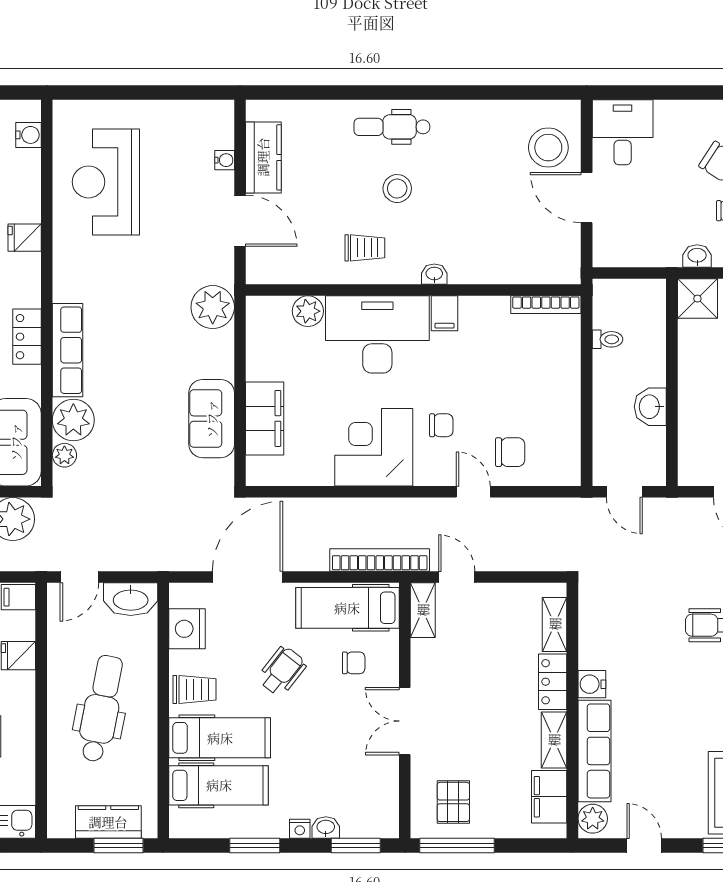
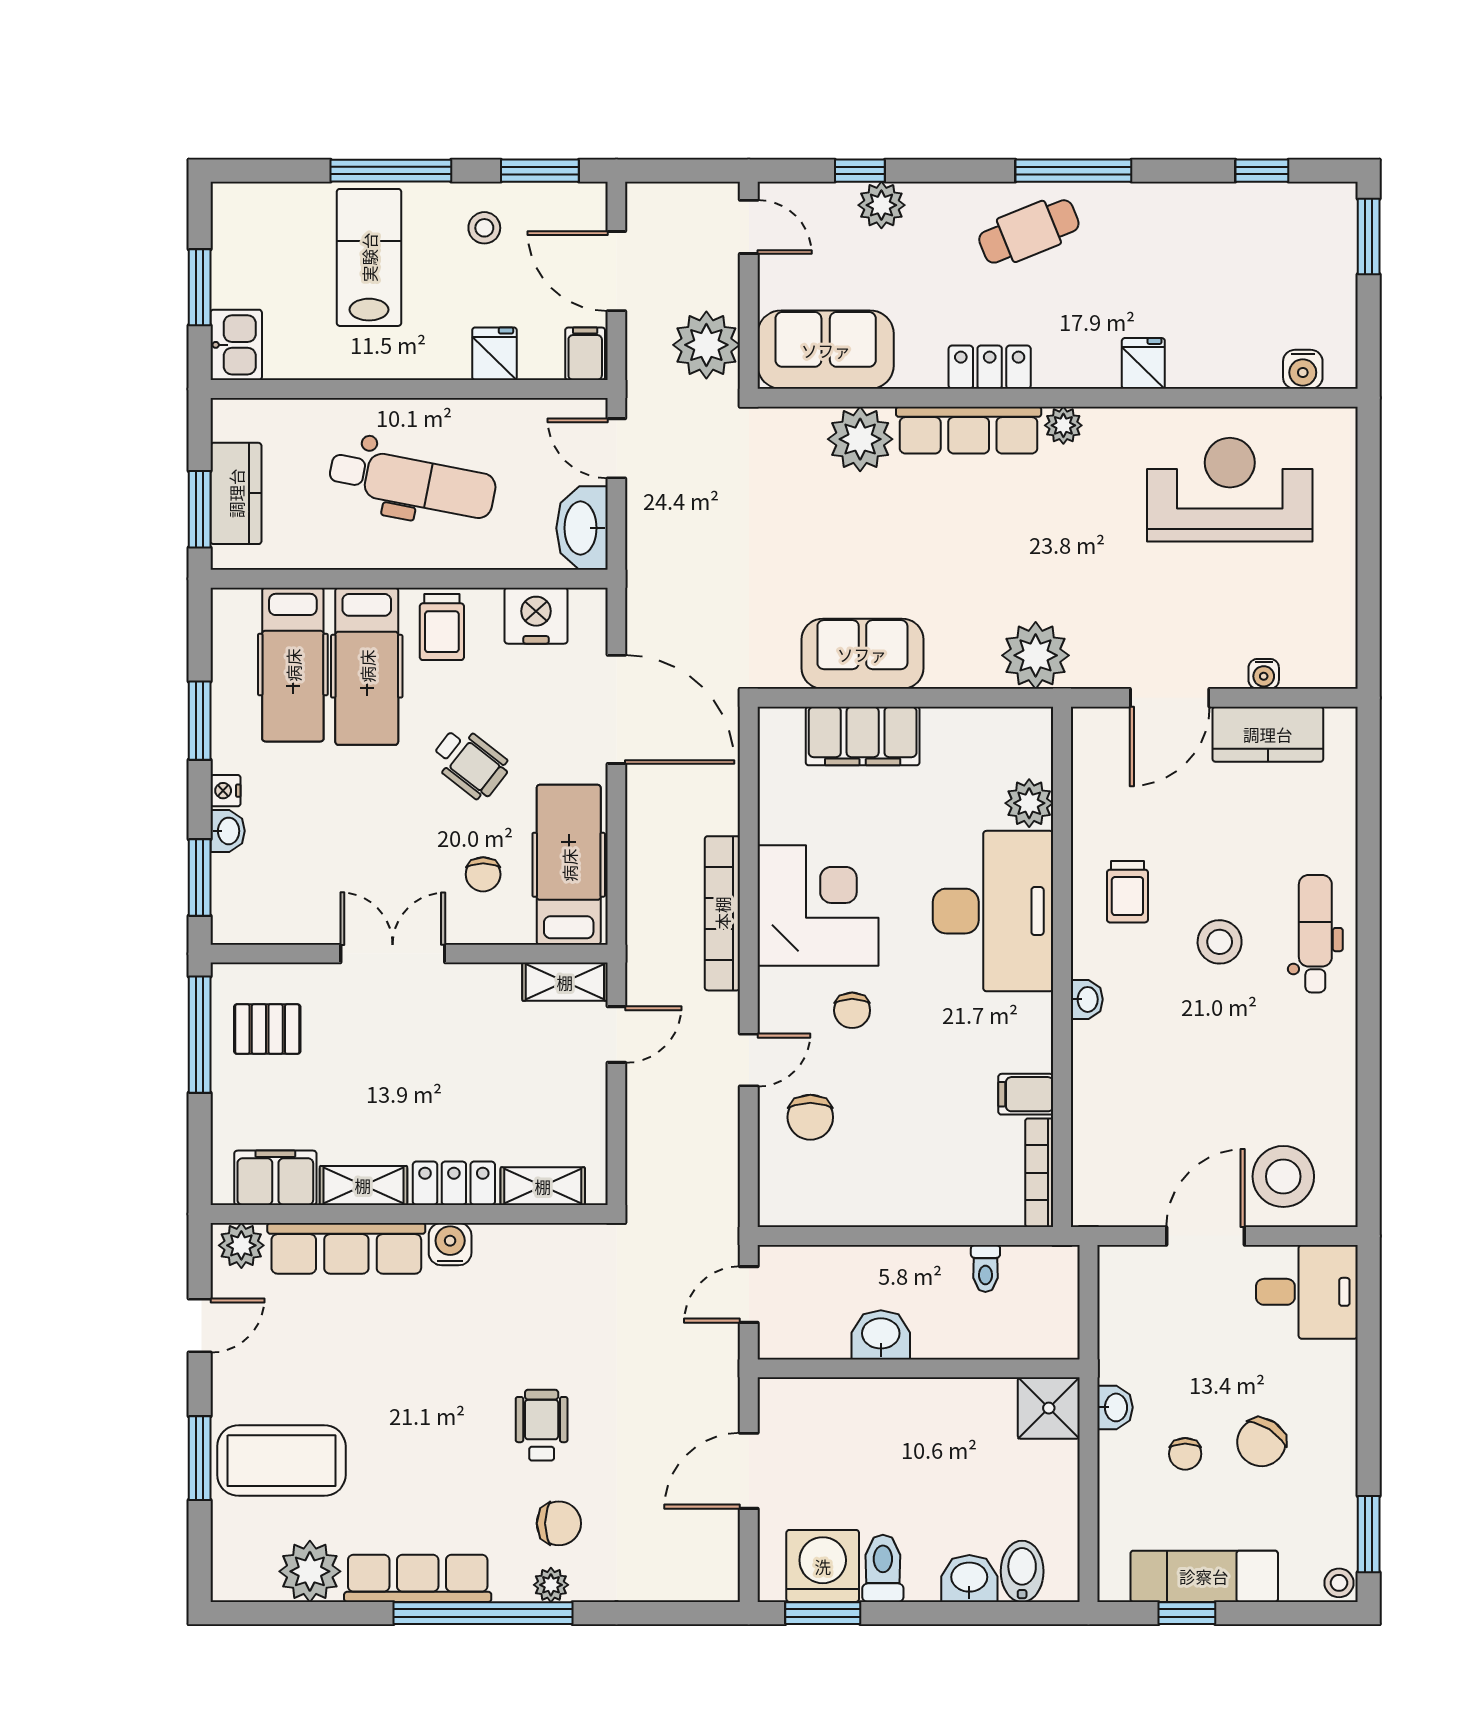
filing cabinet: (445, 313) -> (1026, 1094), moved
plant: (64, 455) -> (1063, 425), moved
bookcase: (380, 560) -> (722, 913), moved, turned 180

